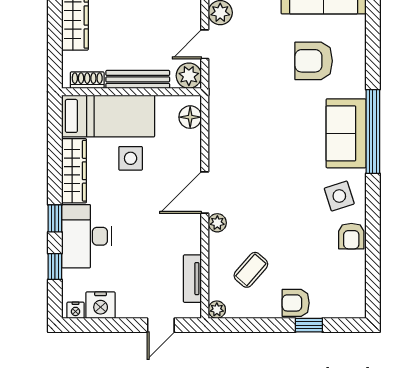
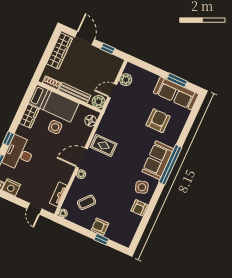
armchair: (314, 61) -> (158, 121), turned 90
rug: (235, 152) -> (104, 145), added
wardrobe: (74, 171) -> (29, 116), width x0.67
door: (161, 325) -> (34, 209), hinge flipped

